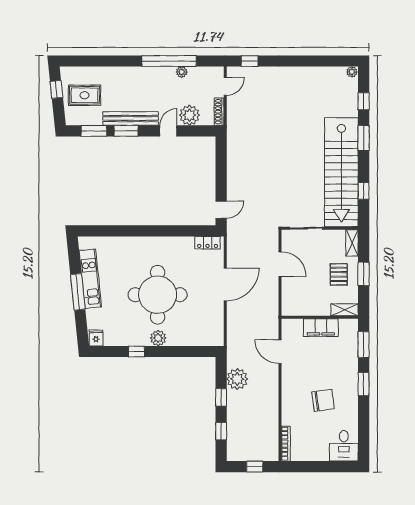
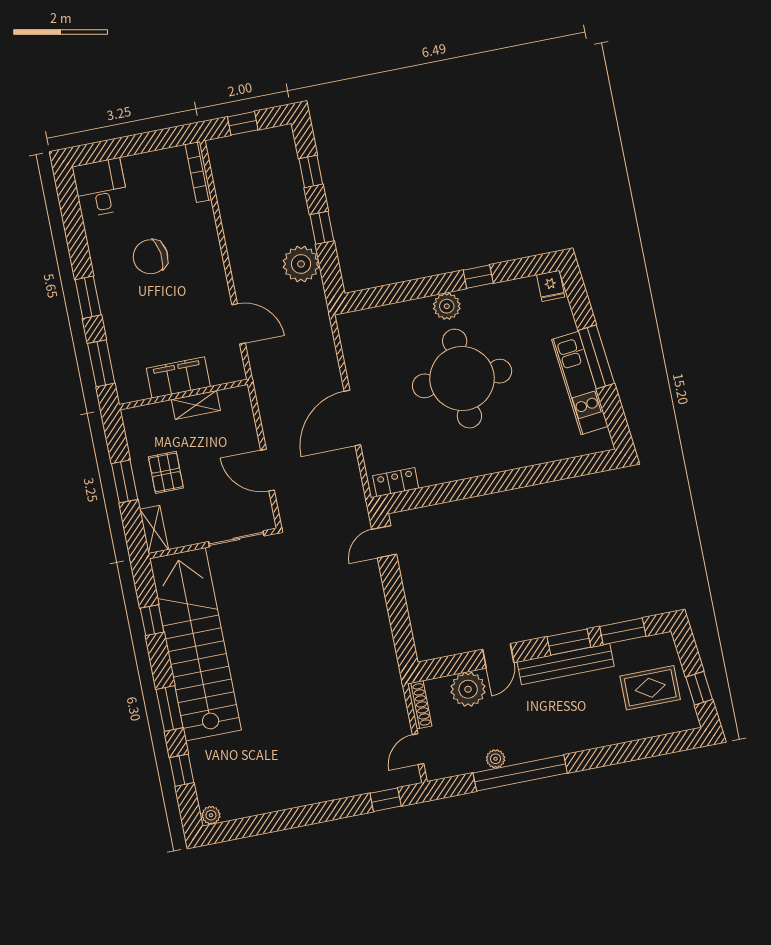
shelving: (345, 310) -> (196, 405), moved

